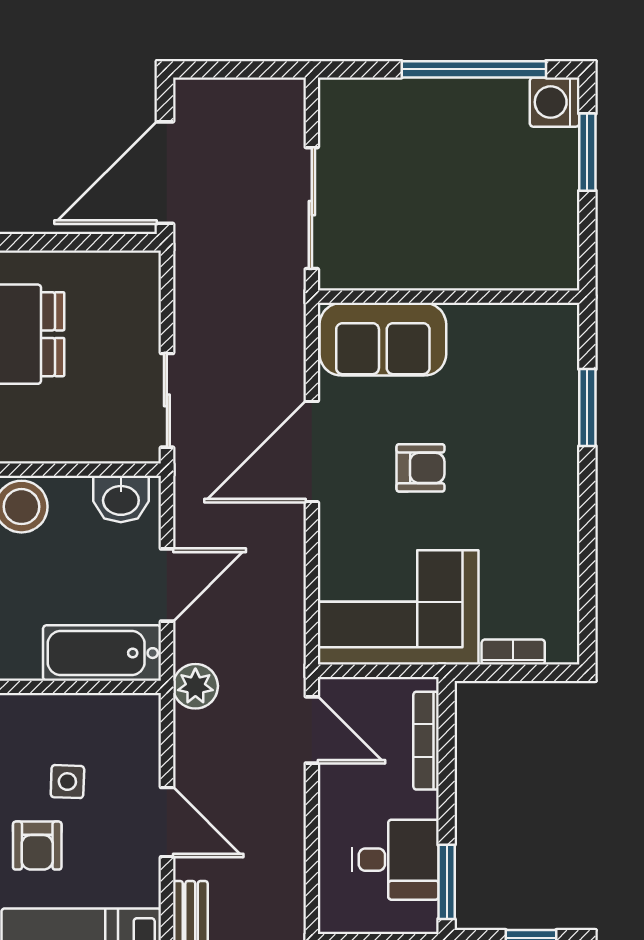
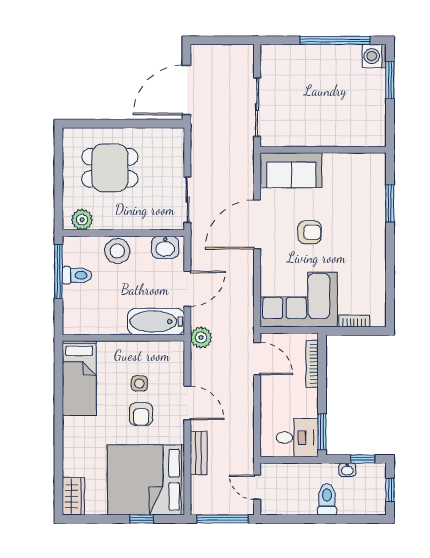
armchair: (37, 846) -> (141, 414), moved
desk: (395, 860) -> (297, 438), moved

